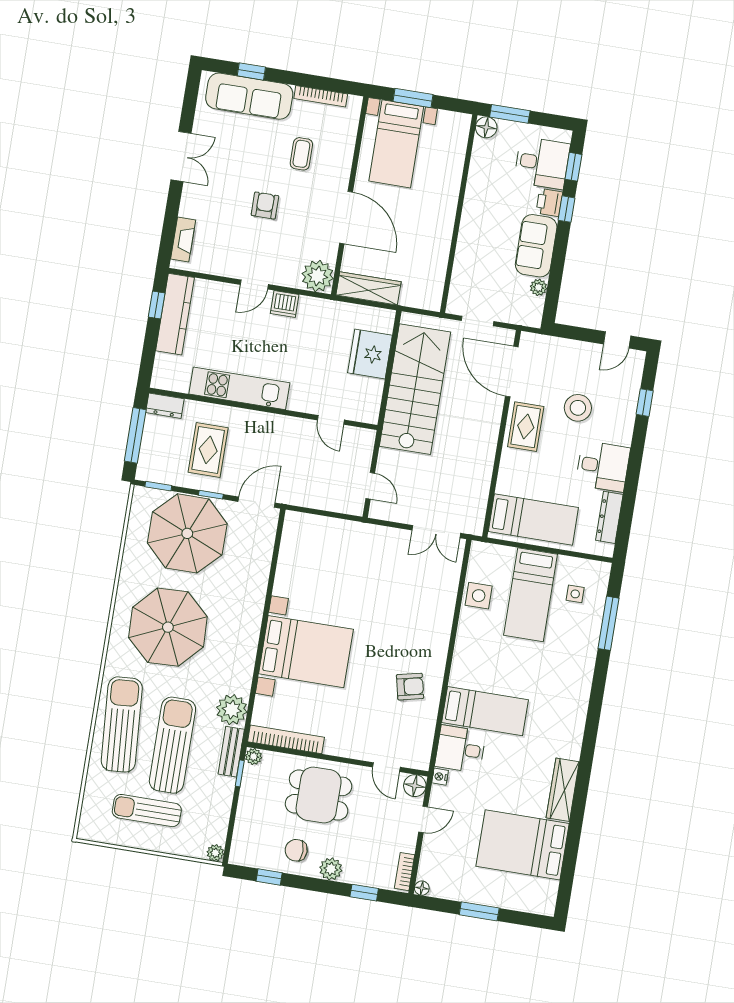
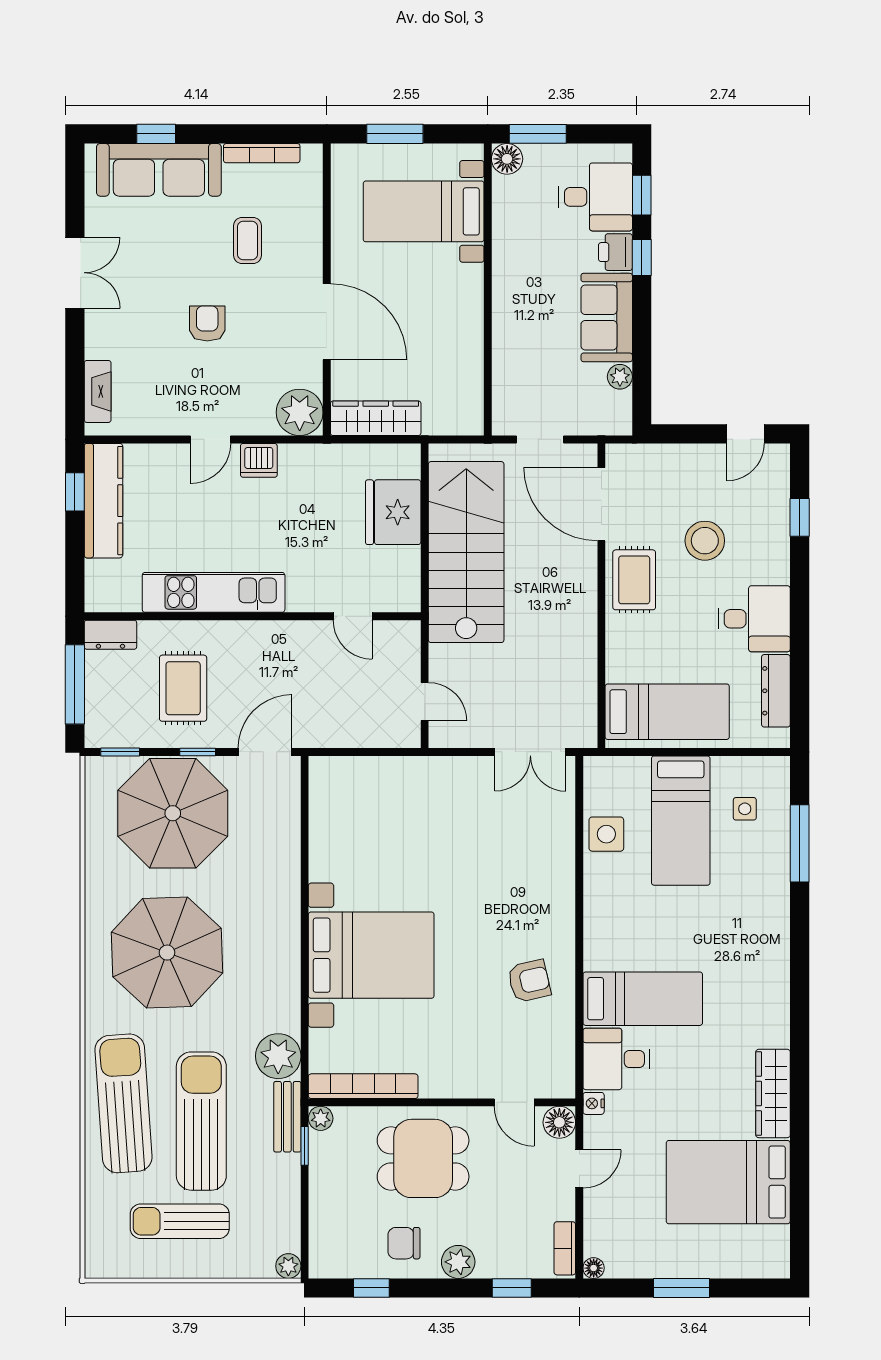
bed with nightstands: (396, 144) -> (424, 211), moved, turned 90

